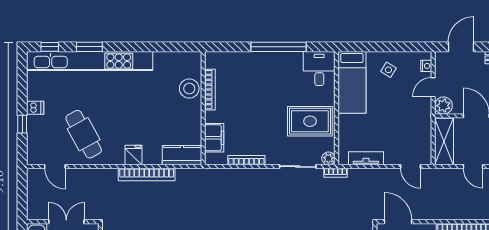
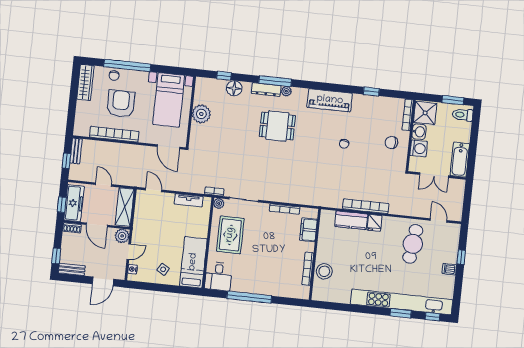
rug: (310, 121) -> (230, 235), turned 90
cafe table: (84, 134) -> (413, 244), turned 36
kitchen counter: (182, 155) -> (351, 220), moved

